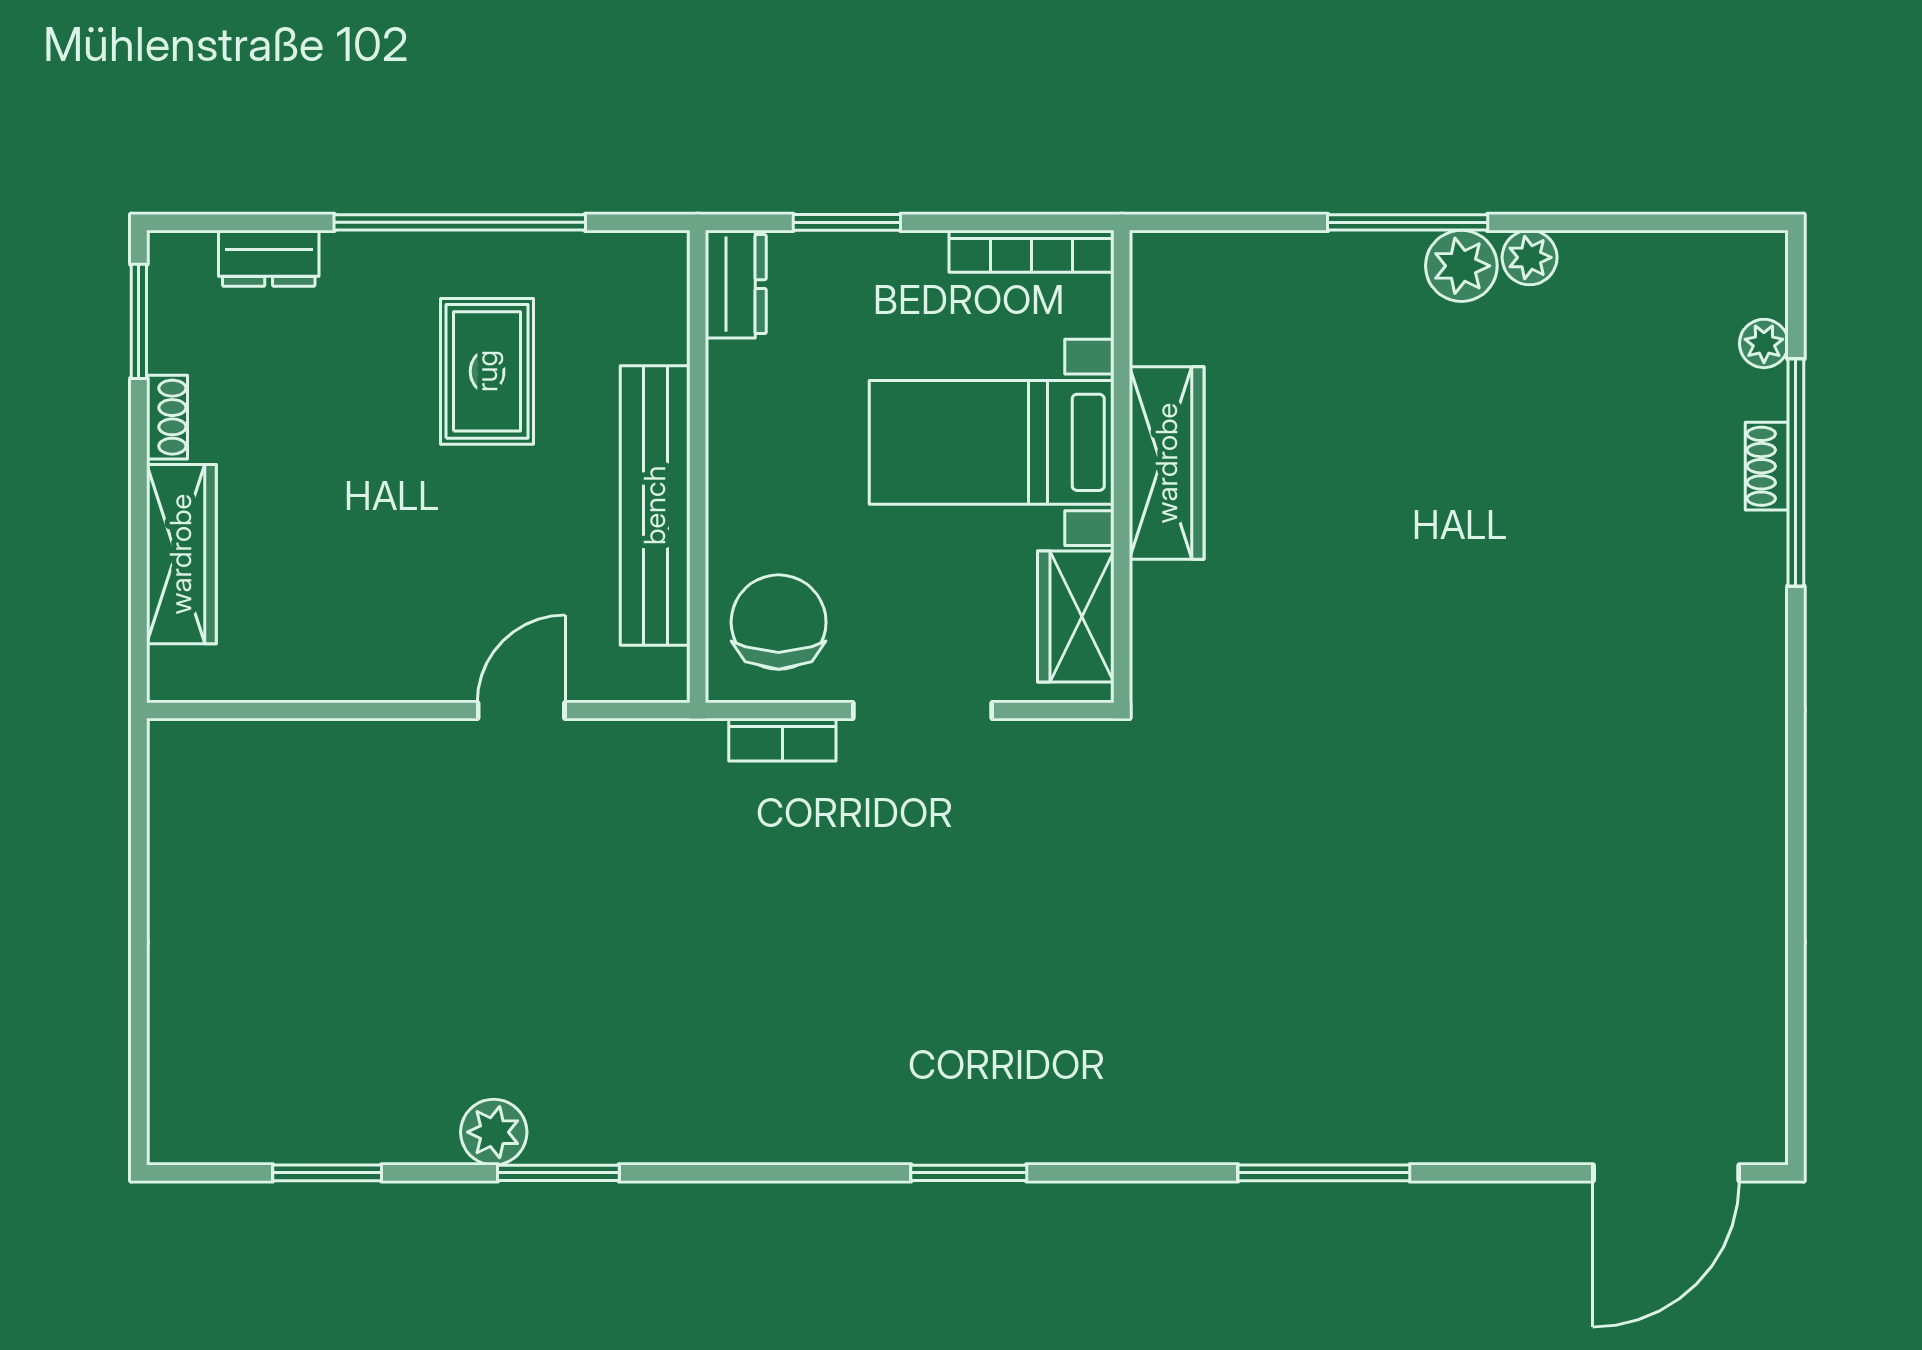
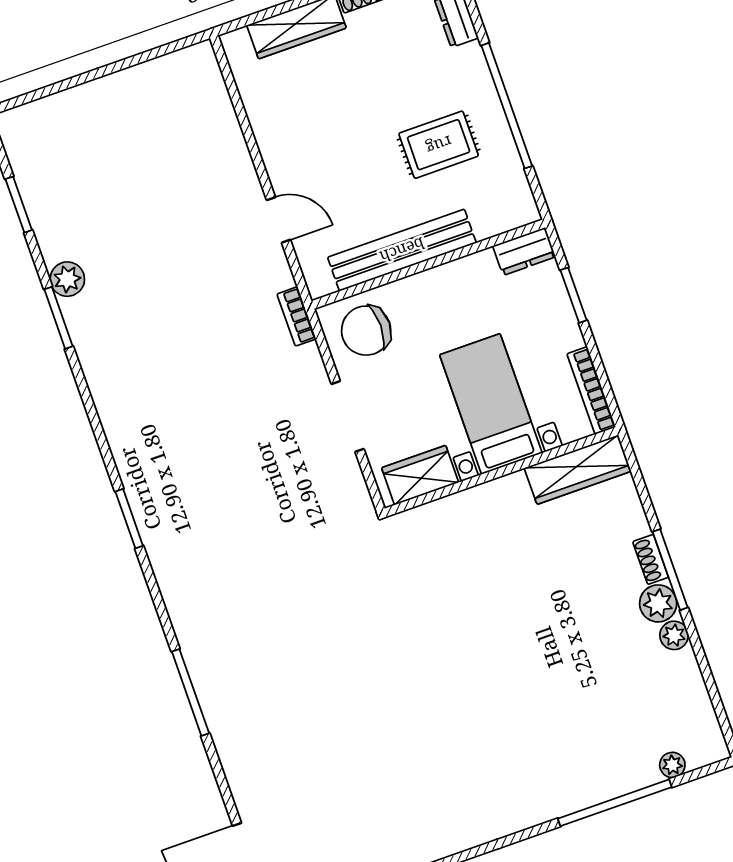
wardrobe: (1167, 463) -> (578, 470), moved
shoe rack: (1767, 466) -> (651, 559), moved, turned -90
chair: (779, 622) -> (366, 331), turned 180
bookcase: (782, 740) -> (296, 316), moved

